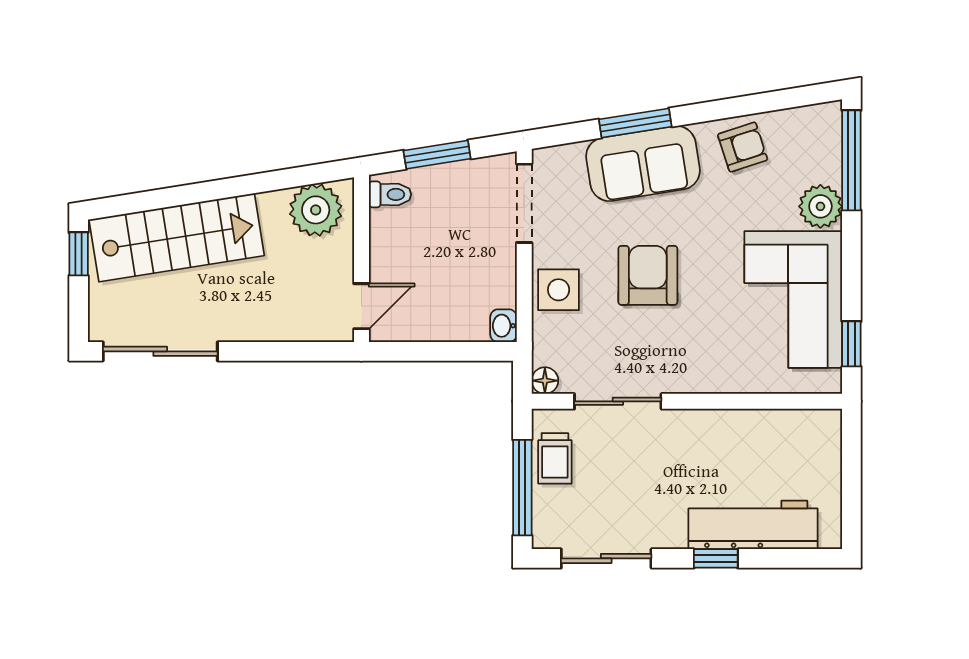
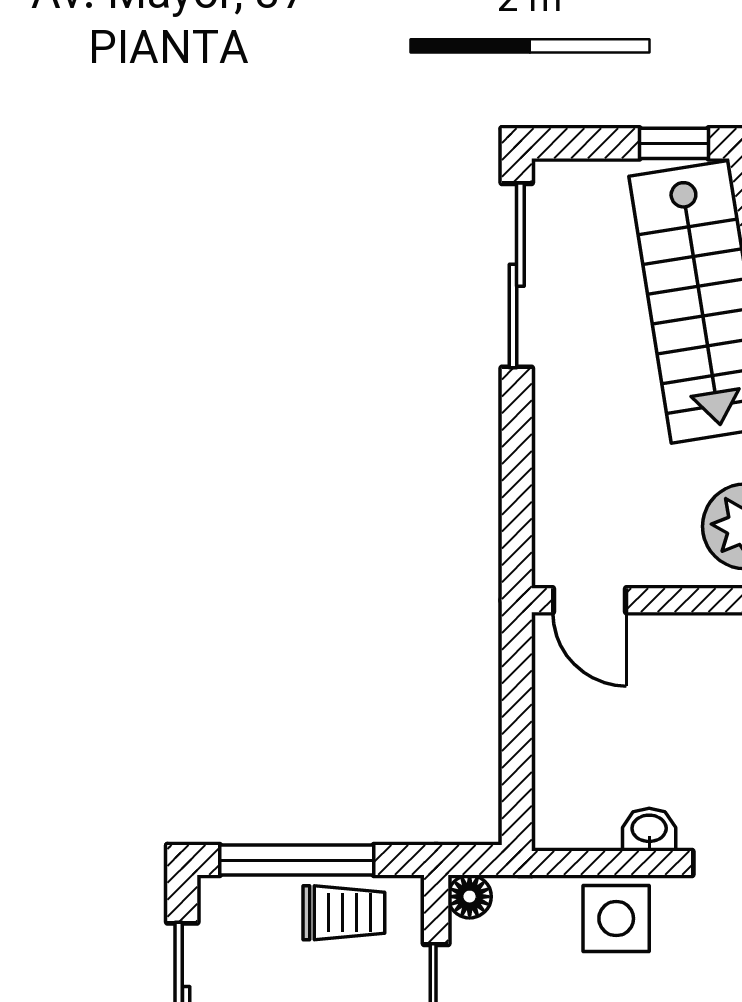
washbasin: (503, 326) -> (649, 830), moved
trolley: (555, 458) -> (344, 913), turned 180

